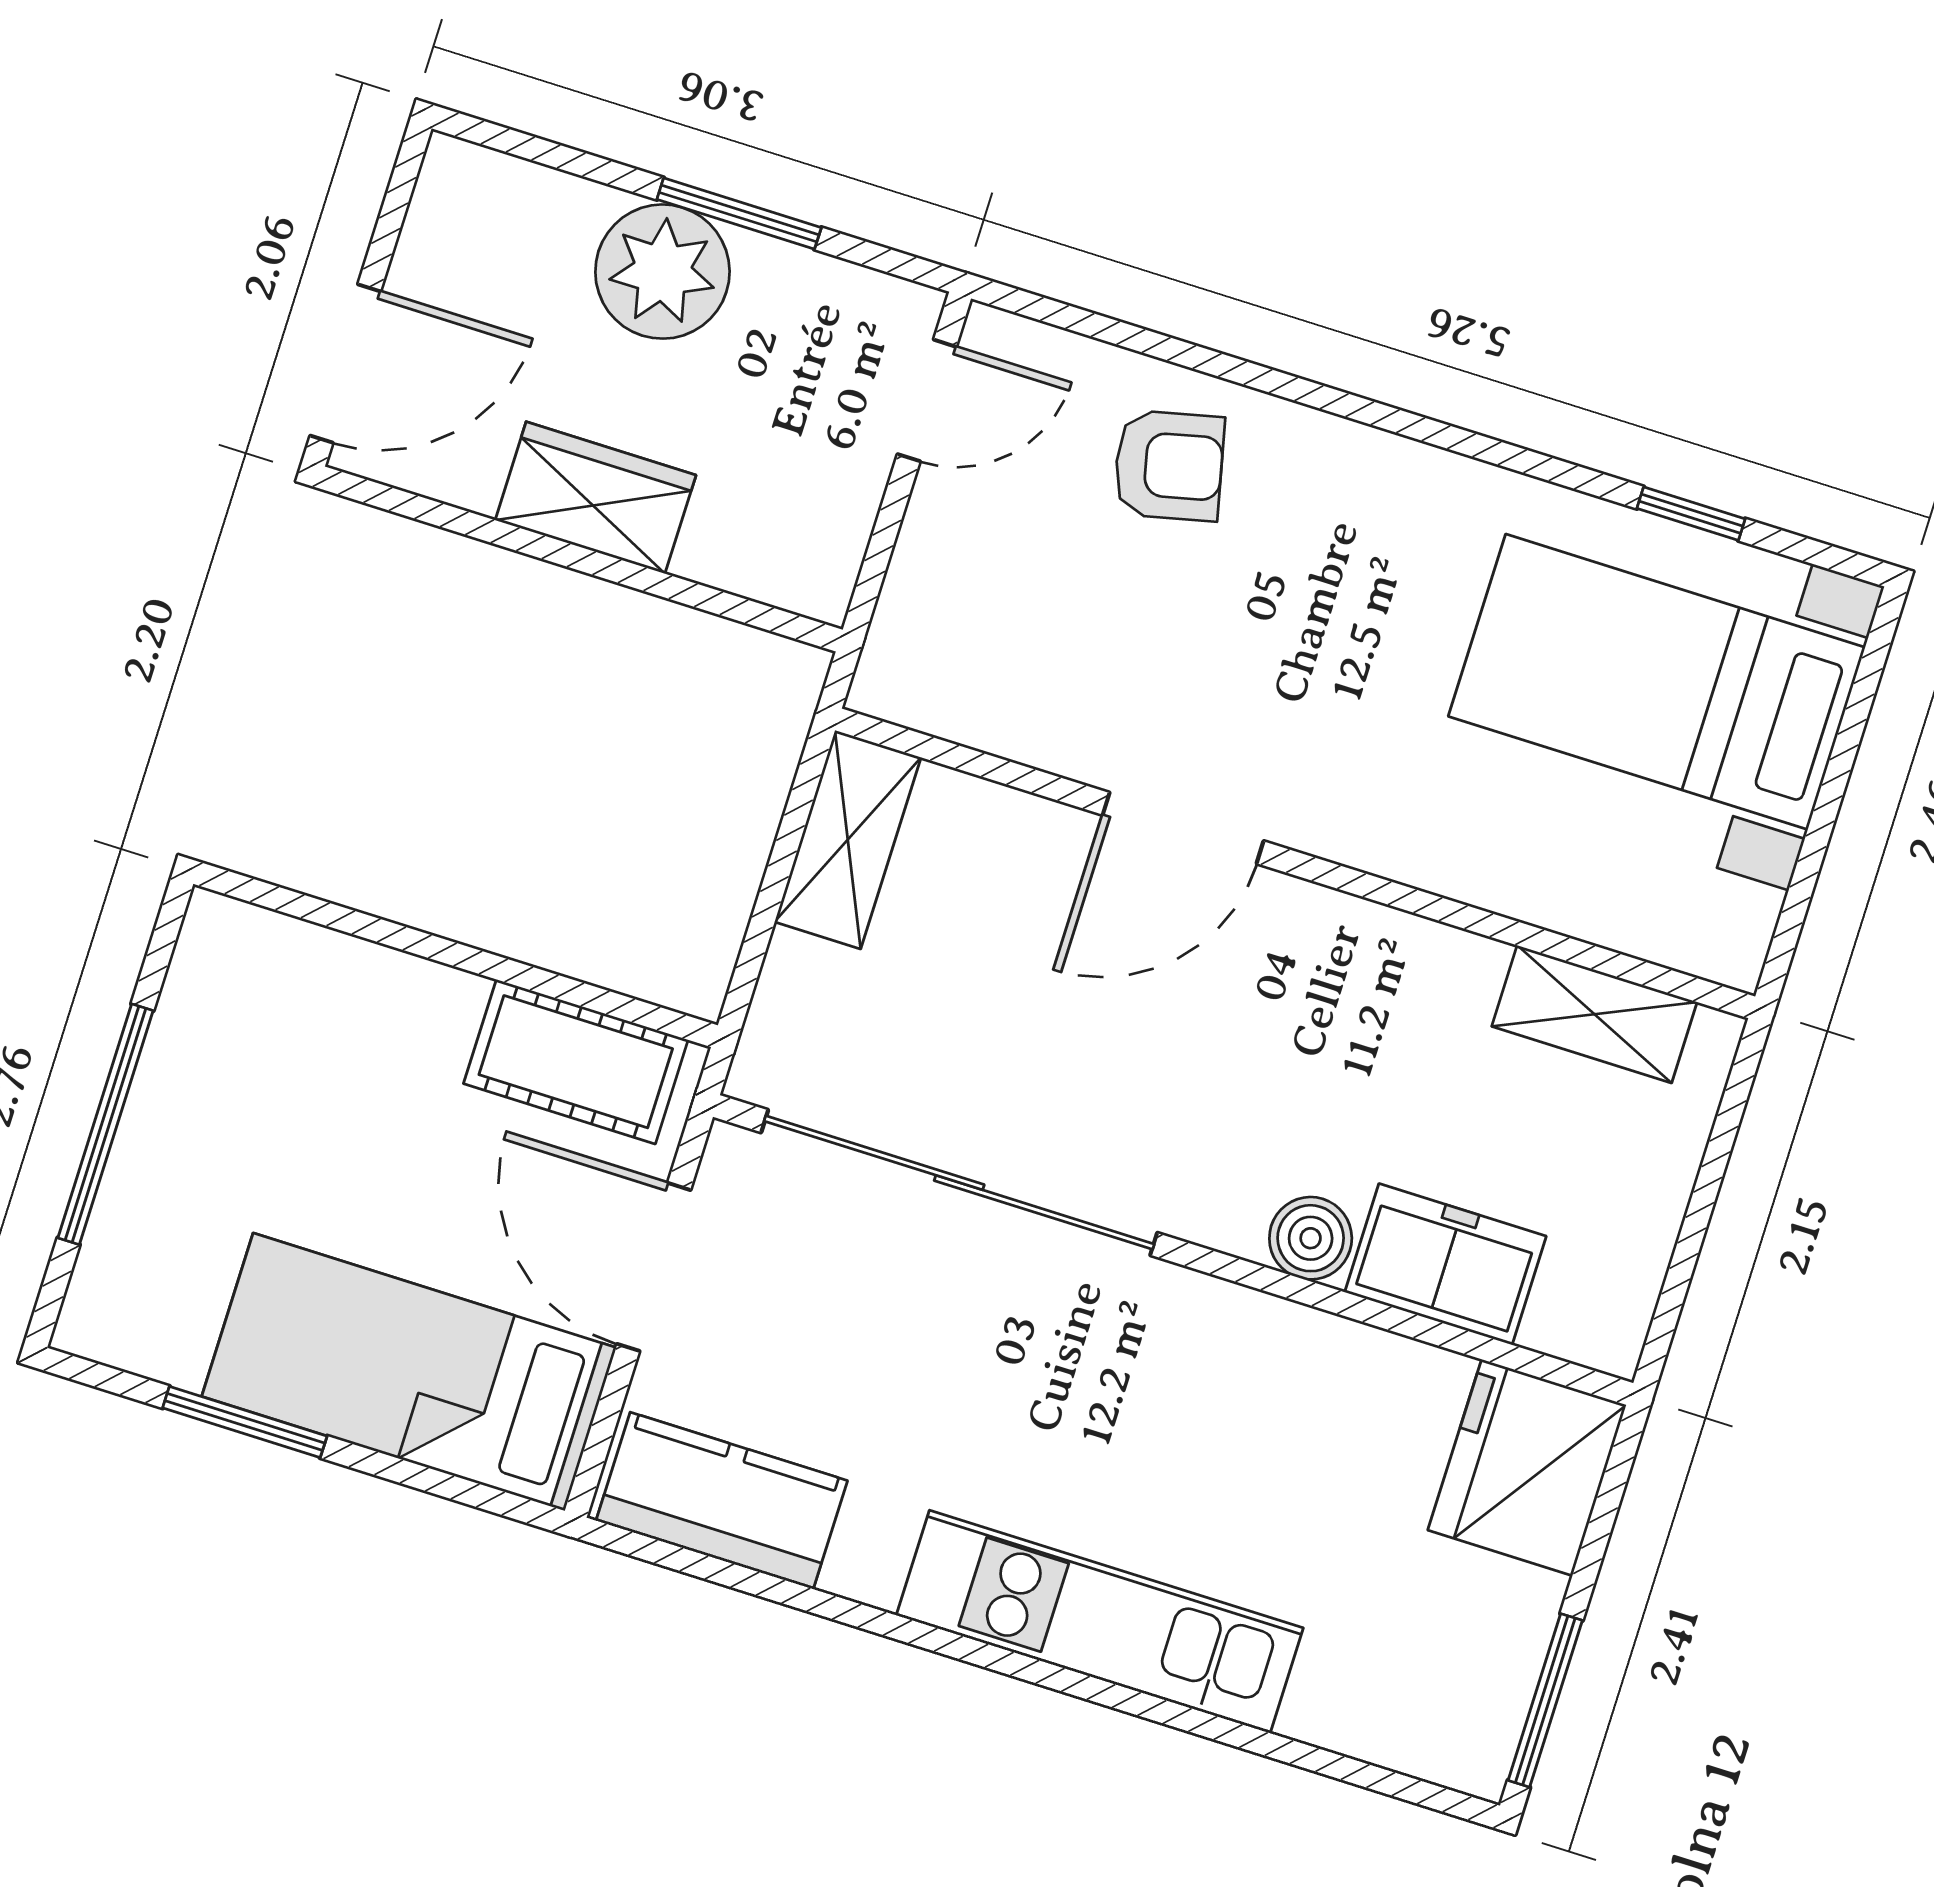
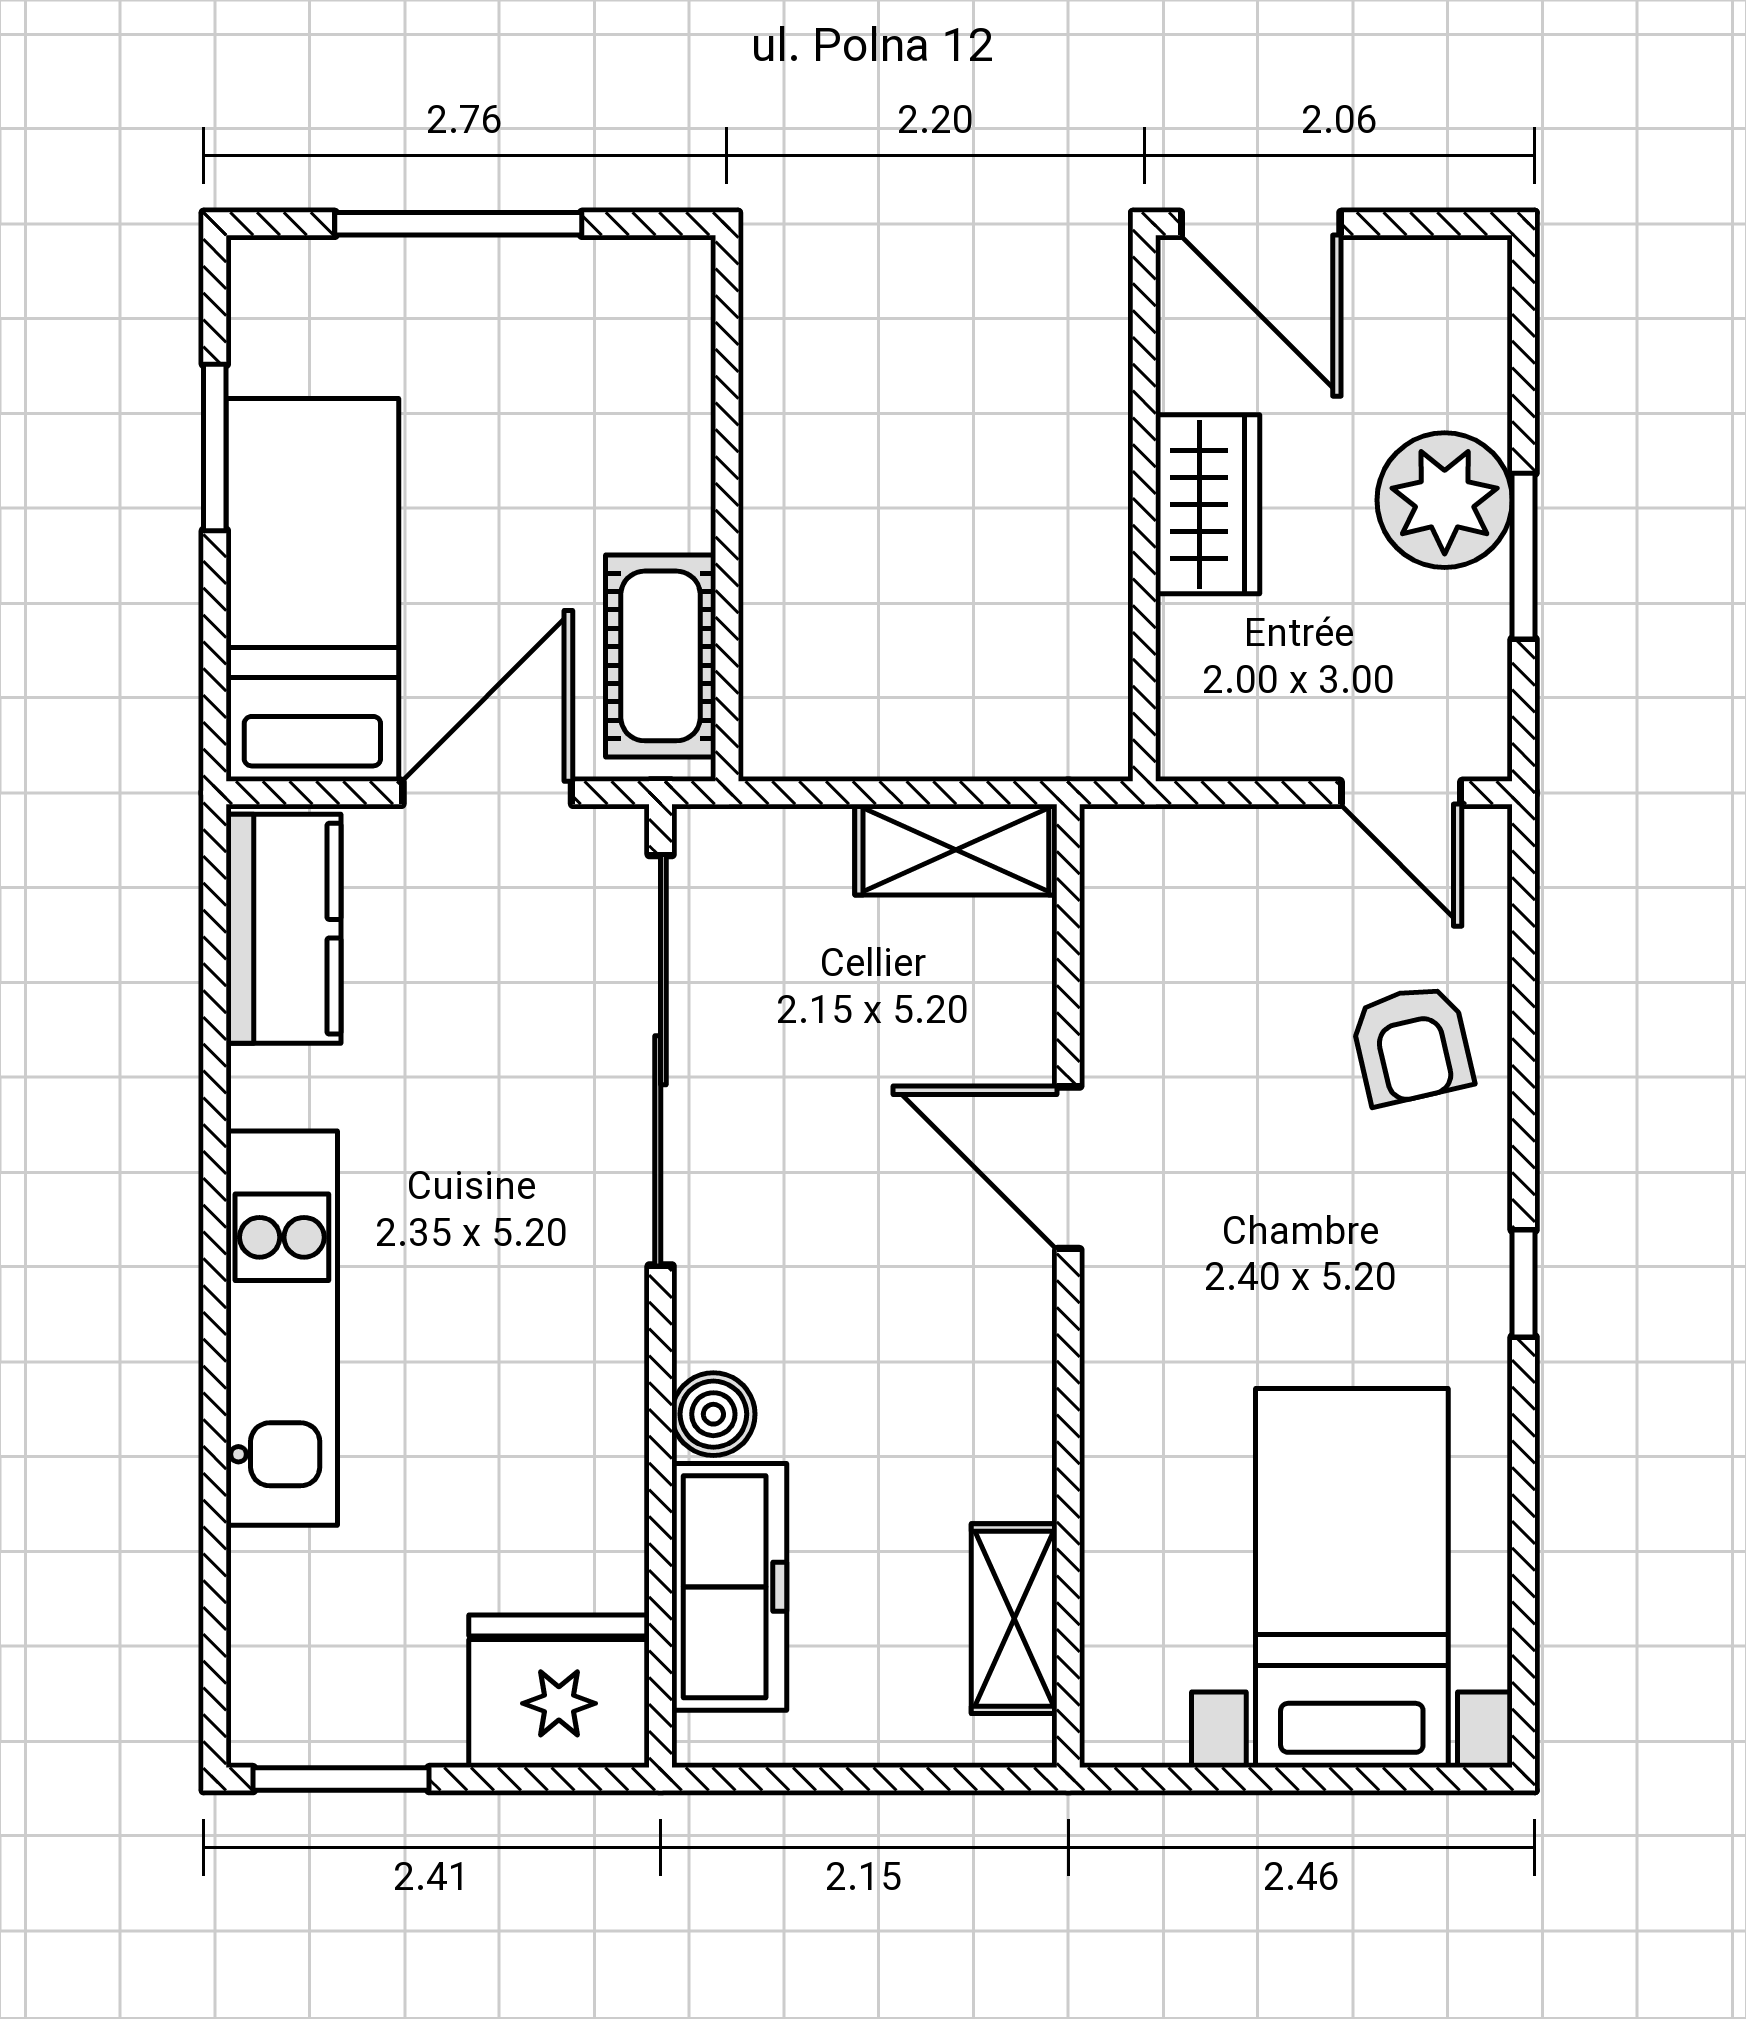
window: (1691, 514) -> (1524, 1283), moved
freezer: (1445, 1264) -> (729, 1587), width x1.40

